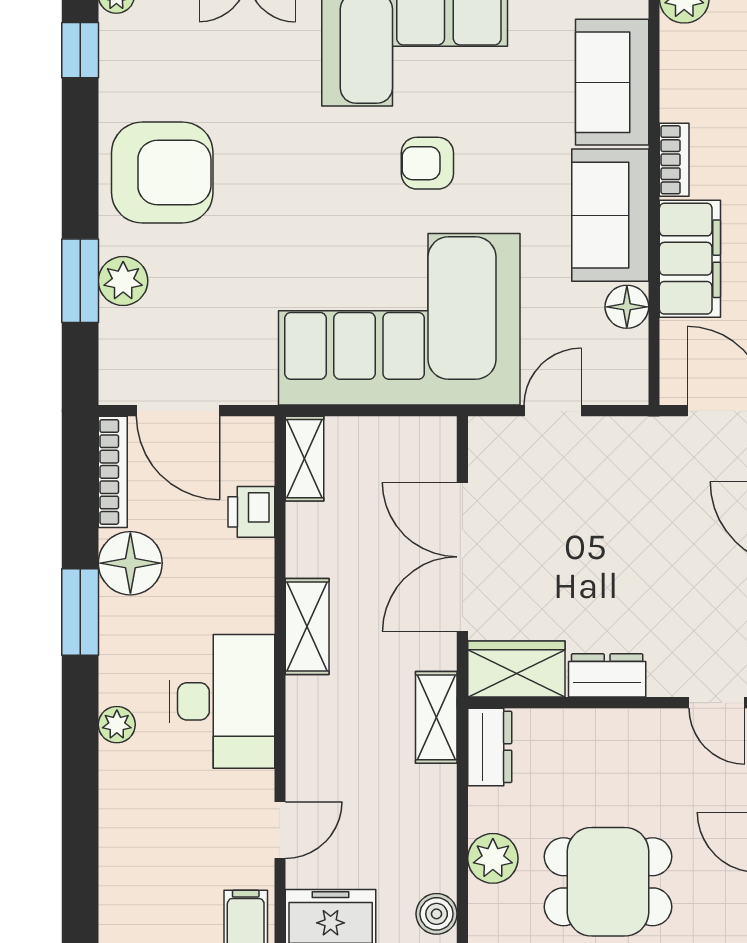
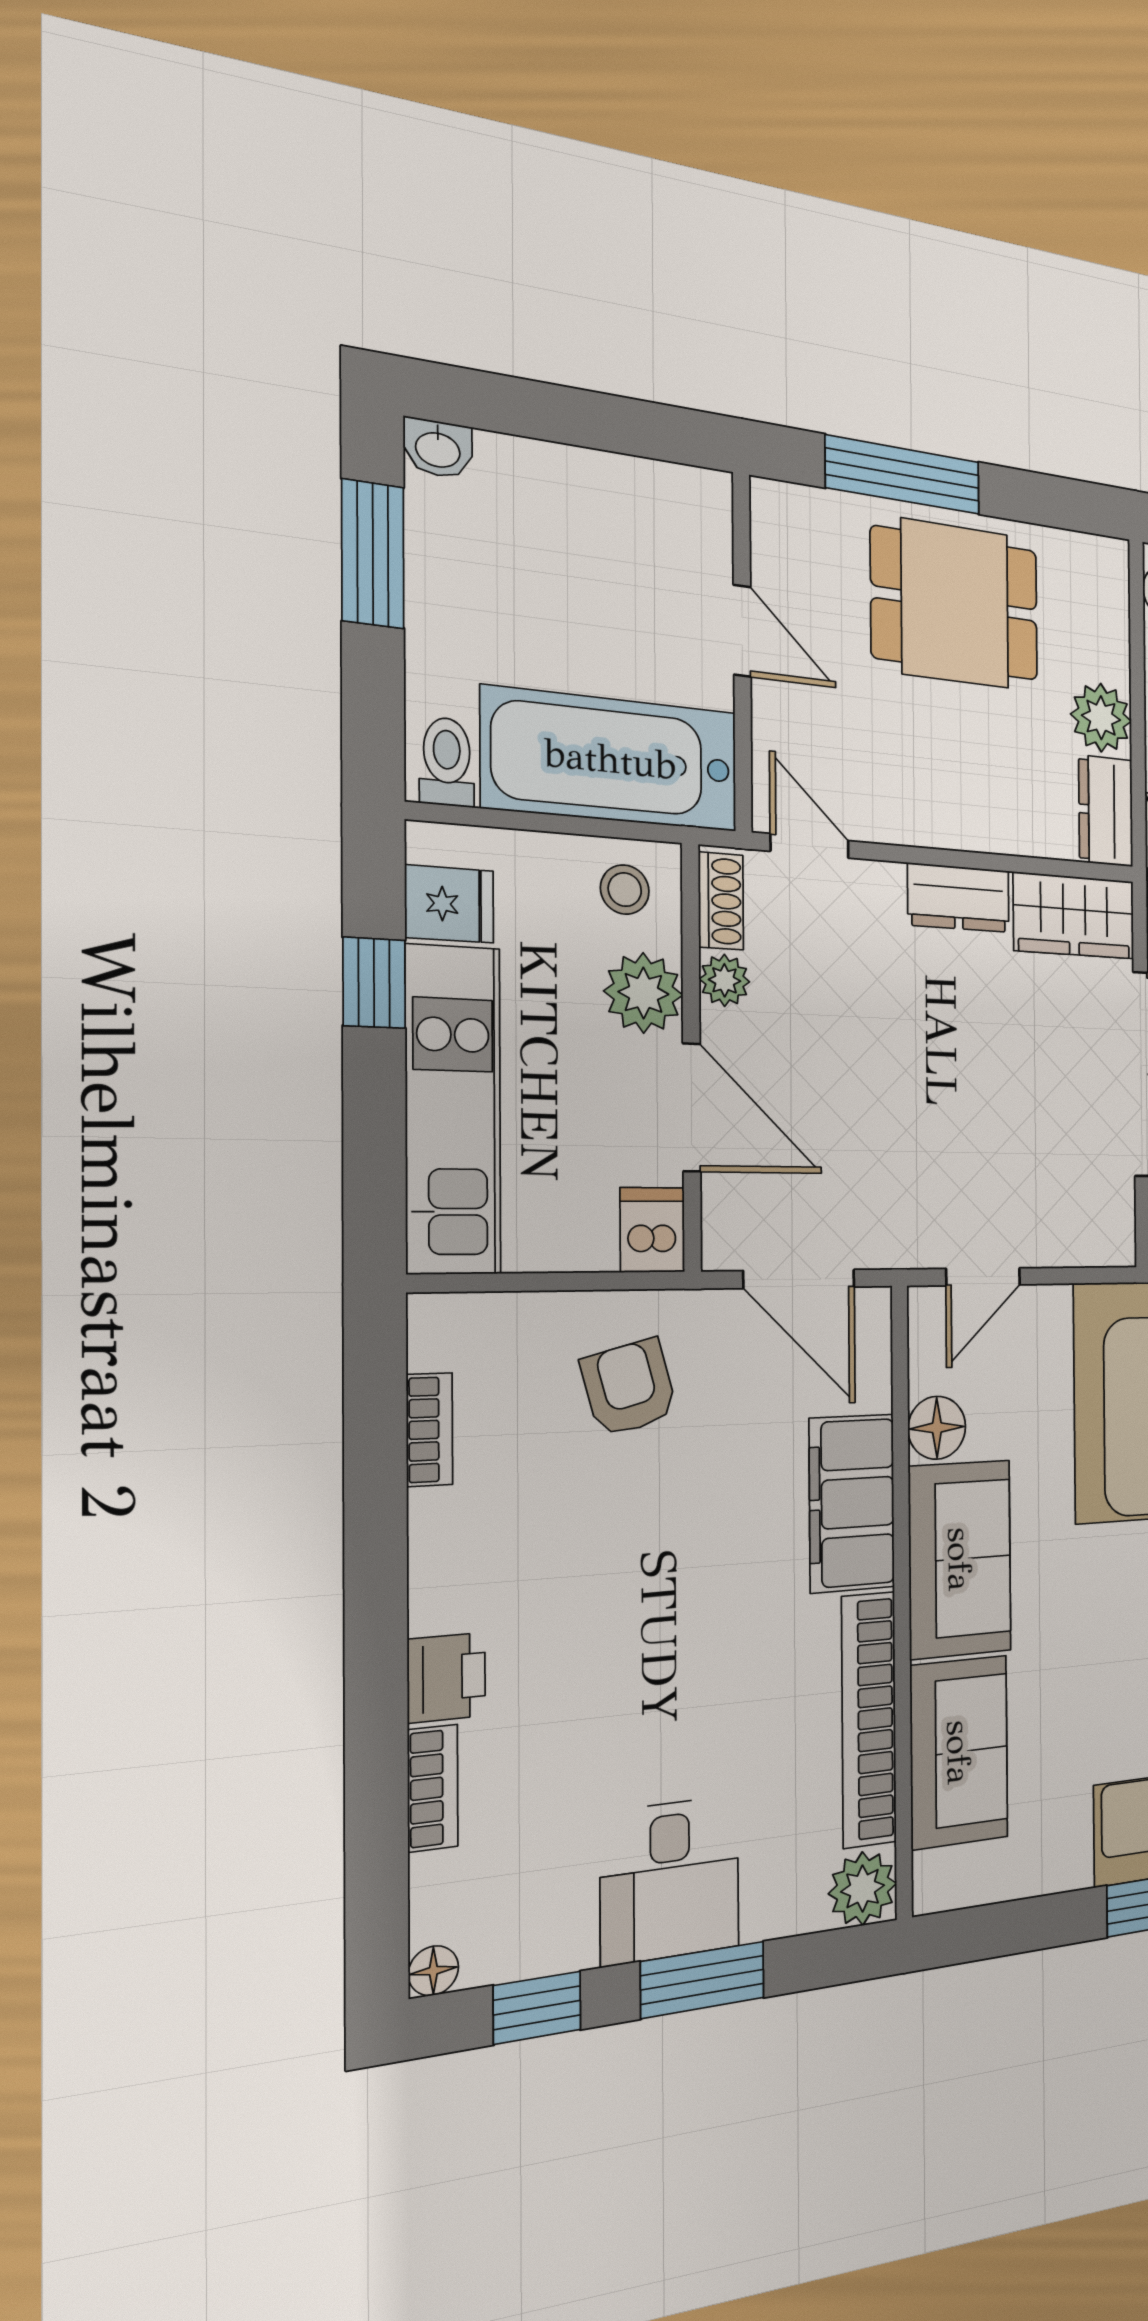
bookcase: (674, 160) -> (869, 1719), width x2.31, depth x1.31
door: (553, 411) -> (983, 1277), moved
plant: (493, 858) -> (1101, 718), moved

